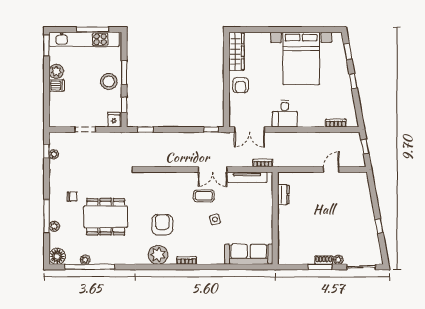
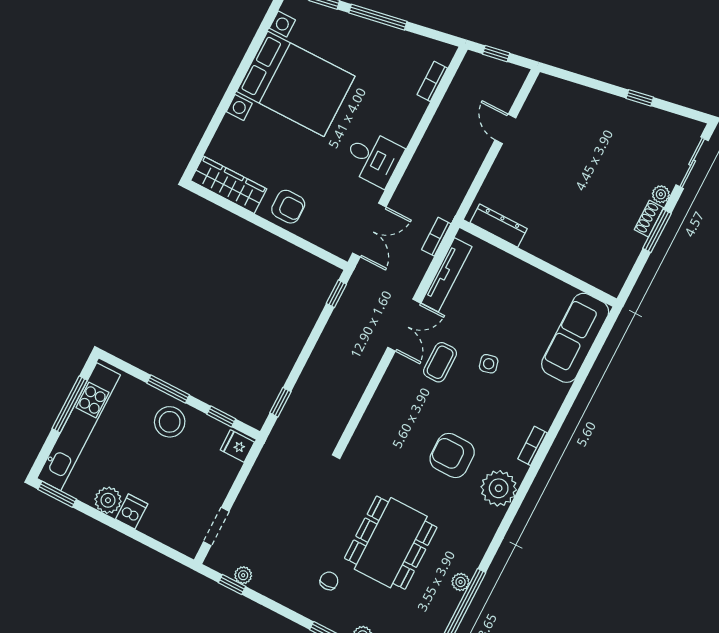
window: (353, 81) -> (378, 17), width x2.17
doorway: (85, 130) -> (216, 527), moved
dresser: (283, 195) -> (499, 226), width x1.44
plant: (85, 260) -> (461, 582), moved

